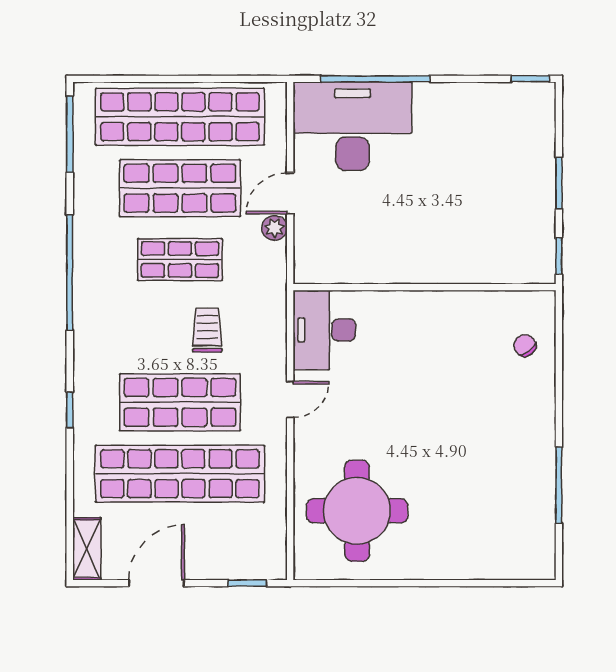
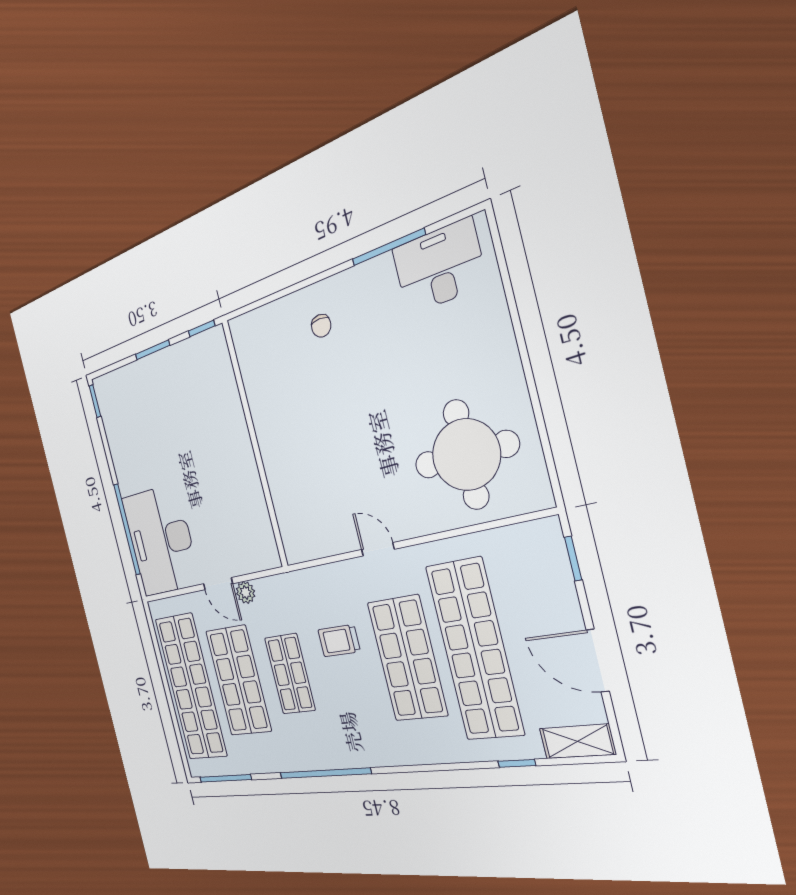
desk: (324, 330) -> (439, 267), moved, turned 180
chair: (525, 345) -> (321, 326), moved, turned -52
window: (70, 410) -> (517, 763), moved

